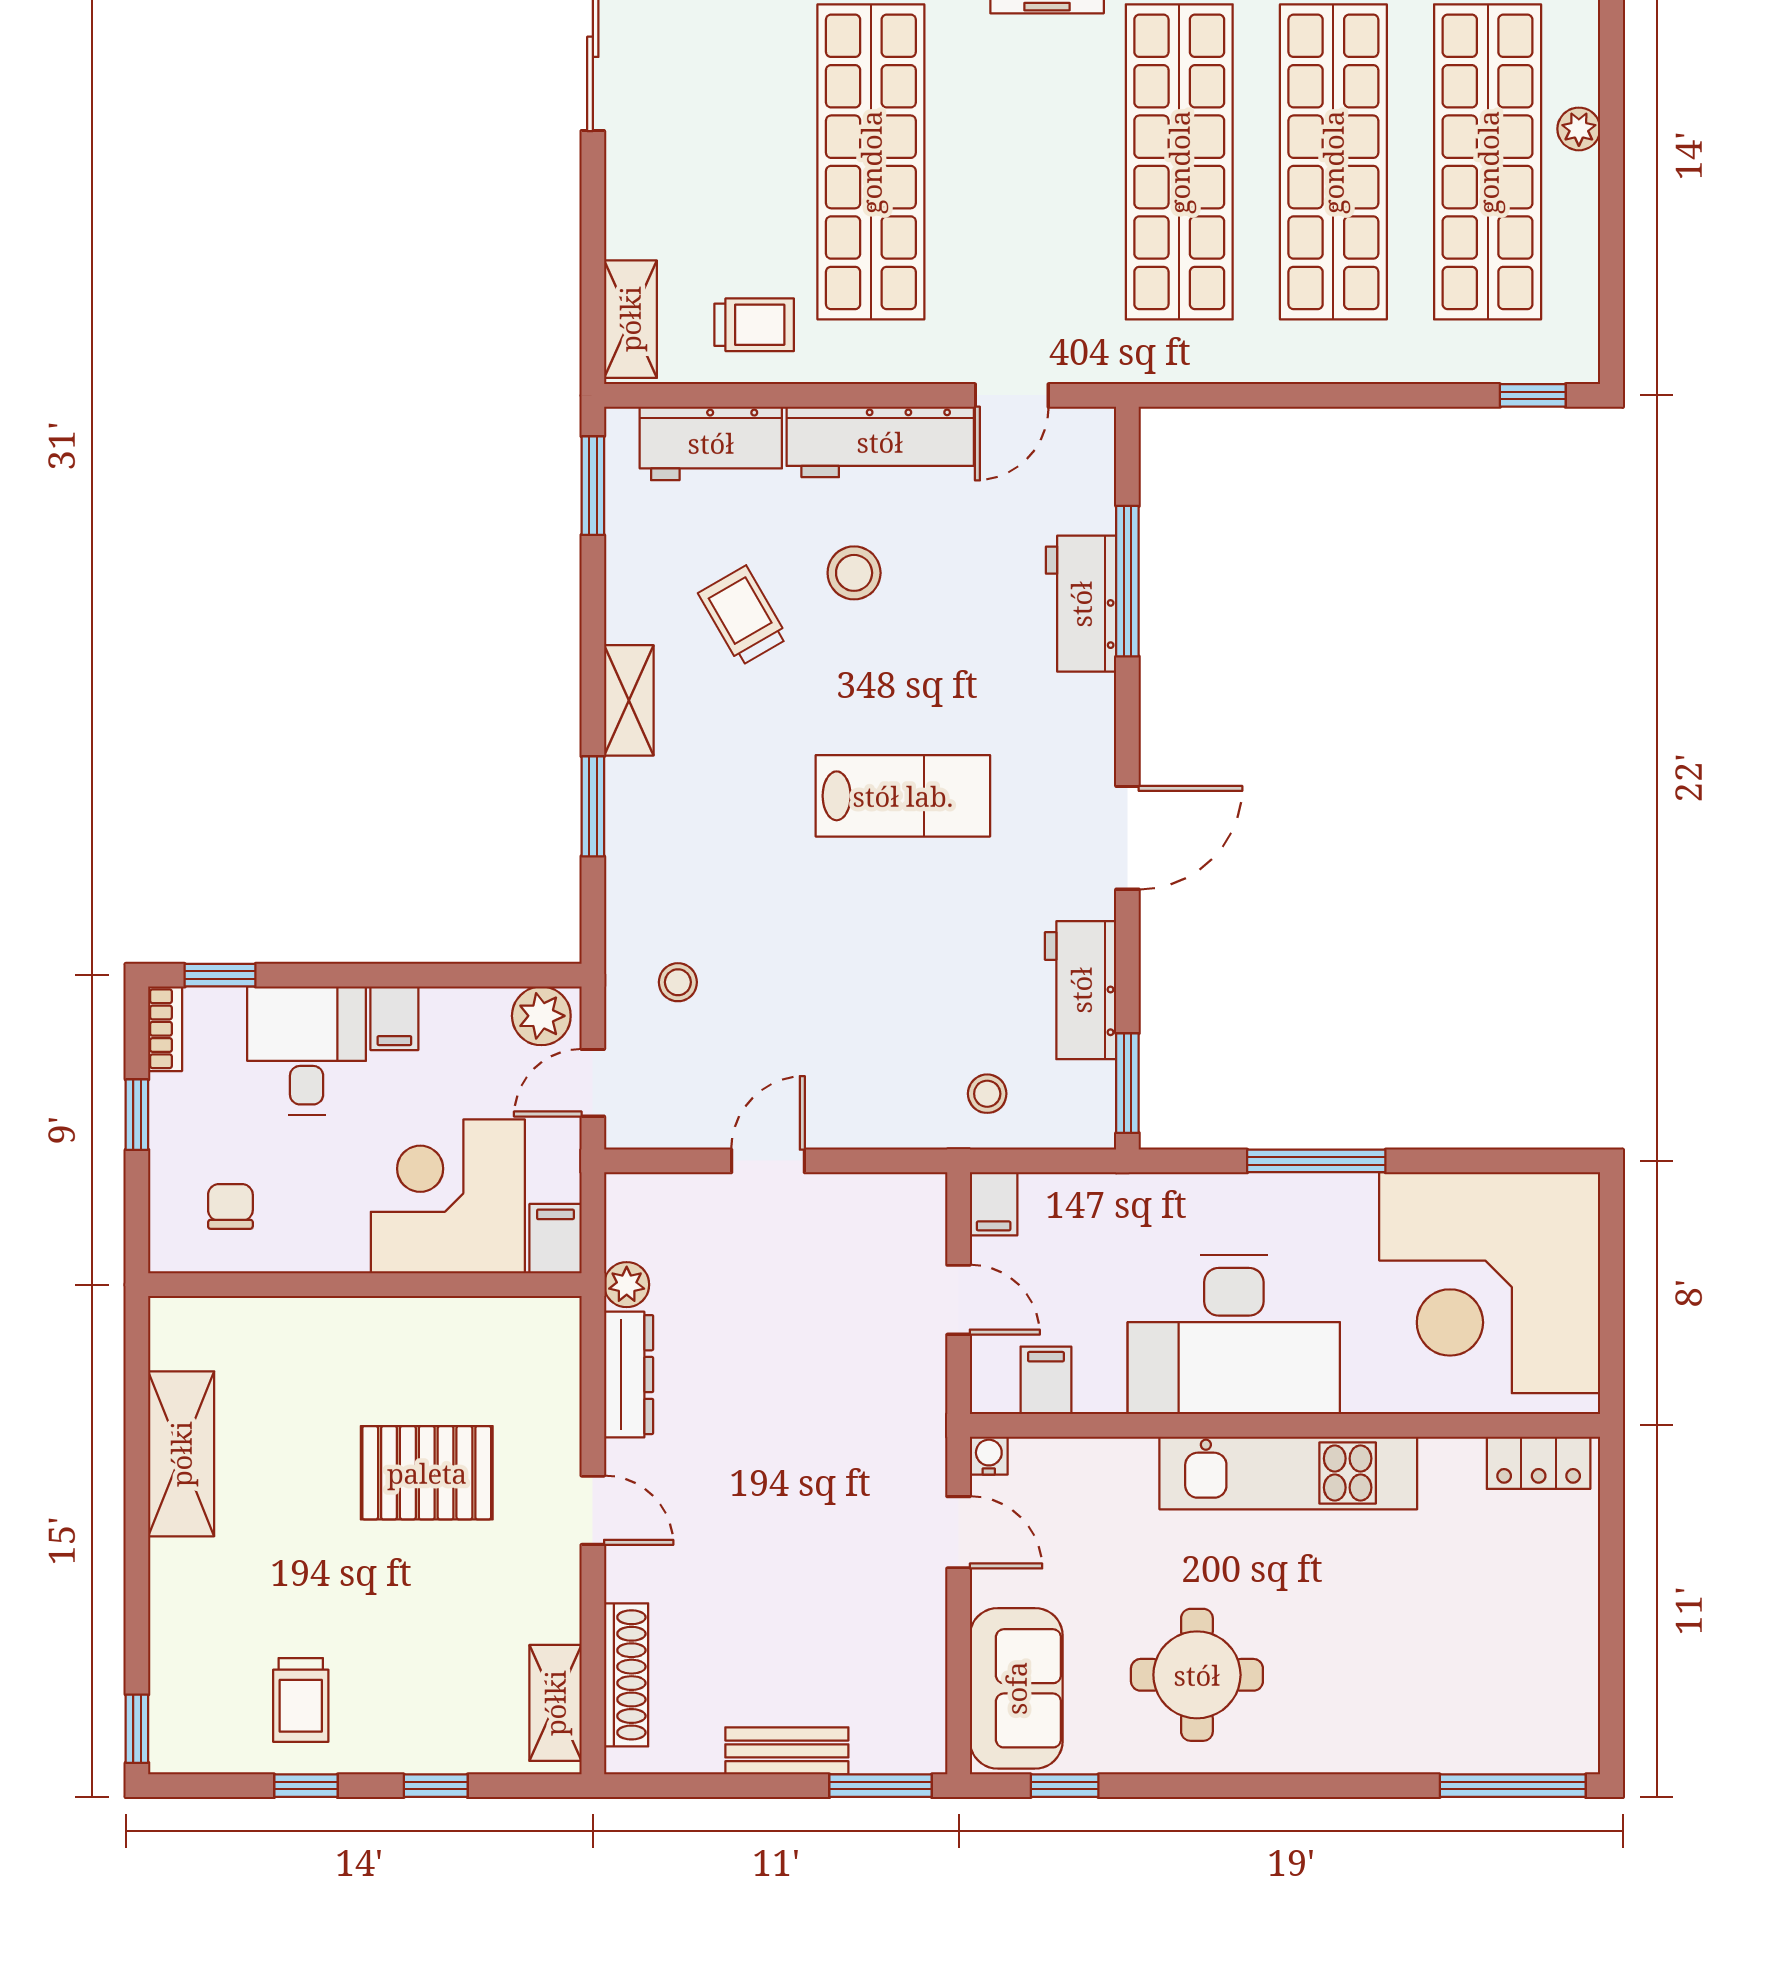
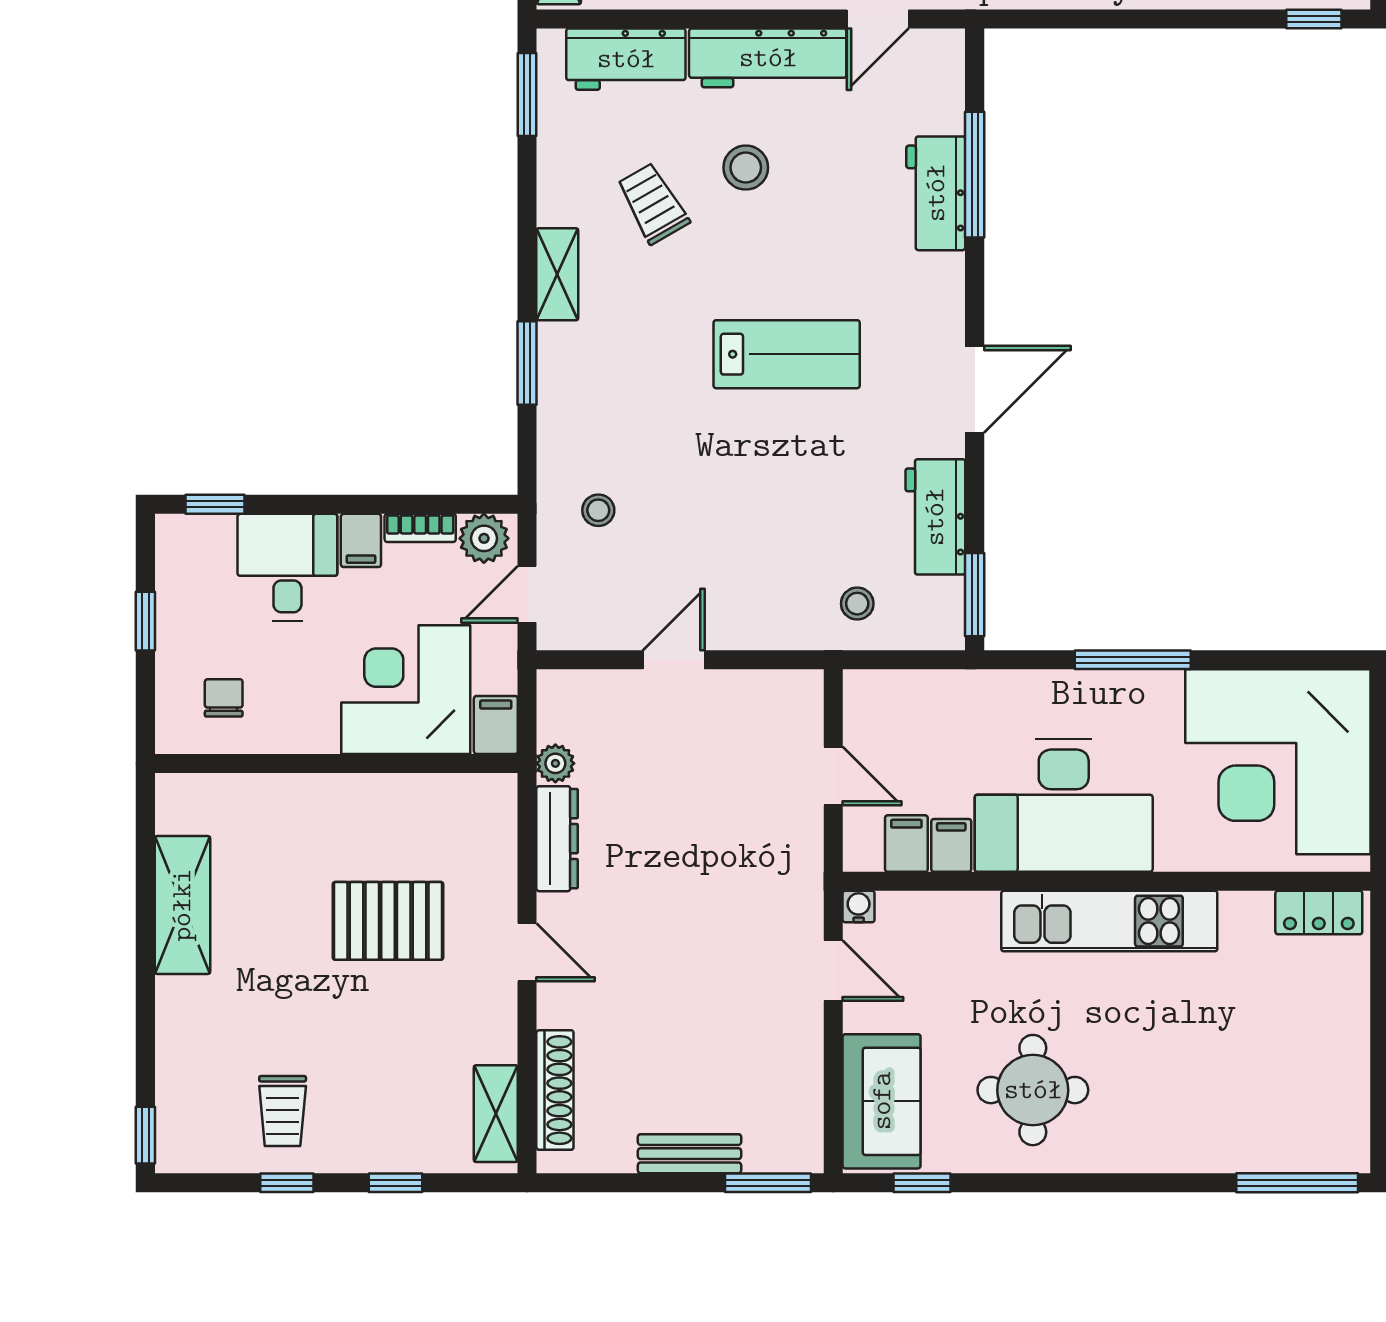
bookcase: (165, 1029) -> (420, 528), moved, turned 90
filing cabinet: (994, 1204) -> (951, 845), moved, turned 180

